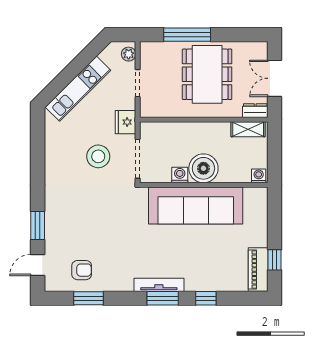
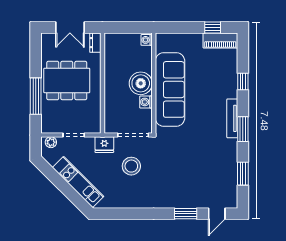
shelving: (248, 129) -> (110, 48), removed
door: (38, 265) -> (217, 214), hinge flipped
armchair: (82, 270) -> (221, 179), removed
window: (163, 298) -> (243, 129), moved

